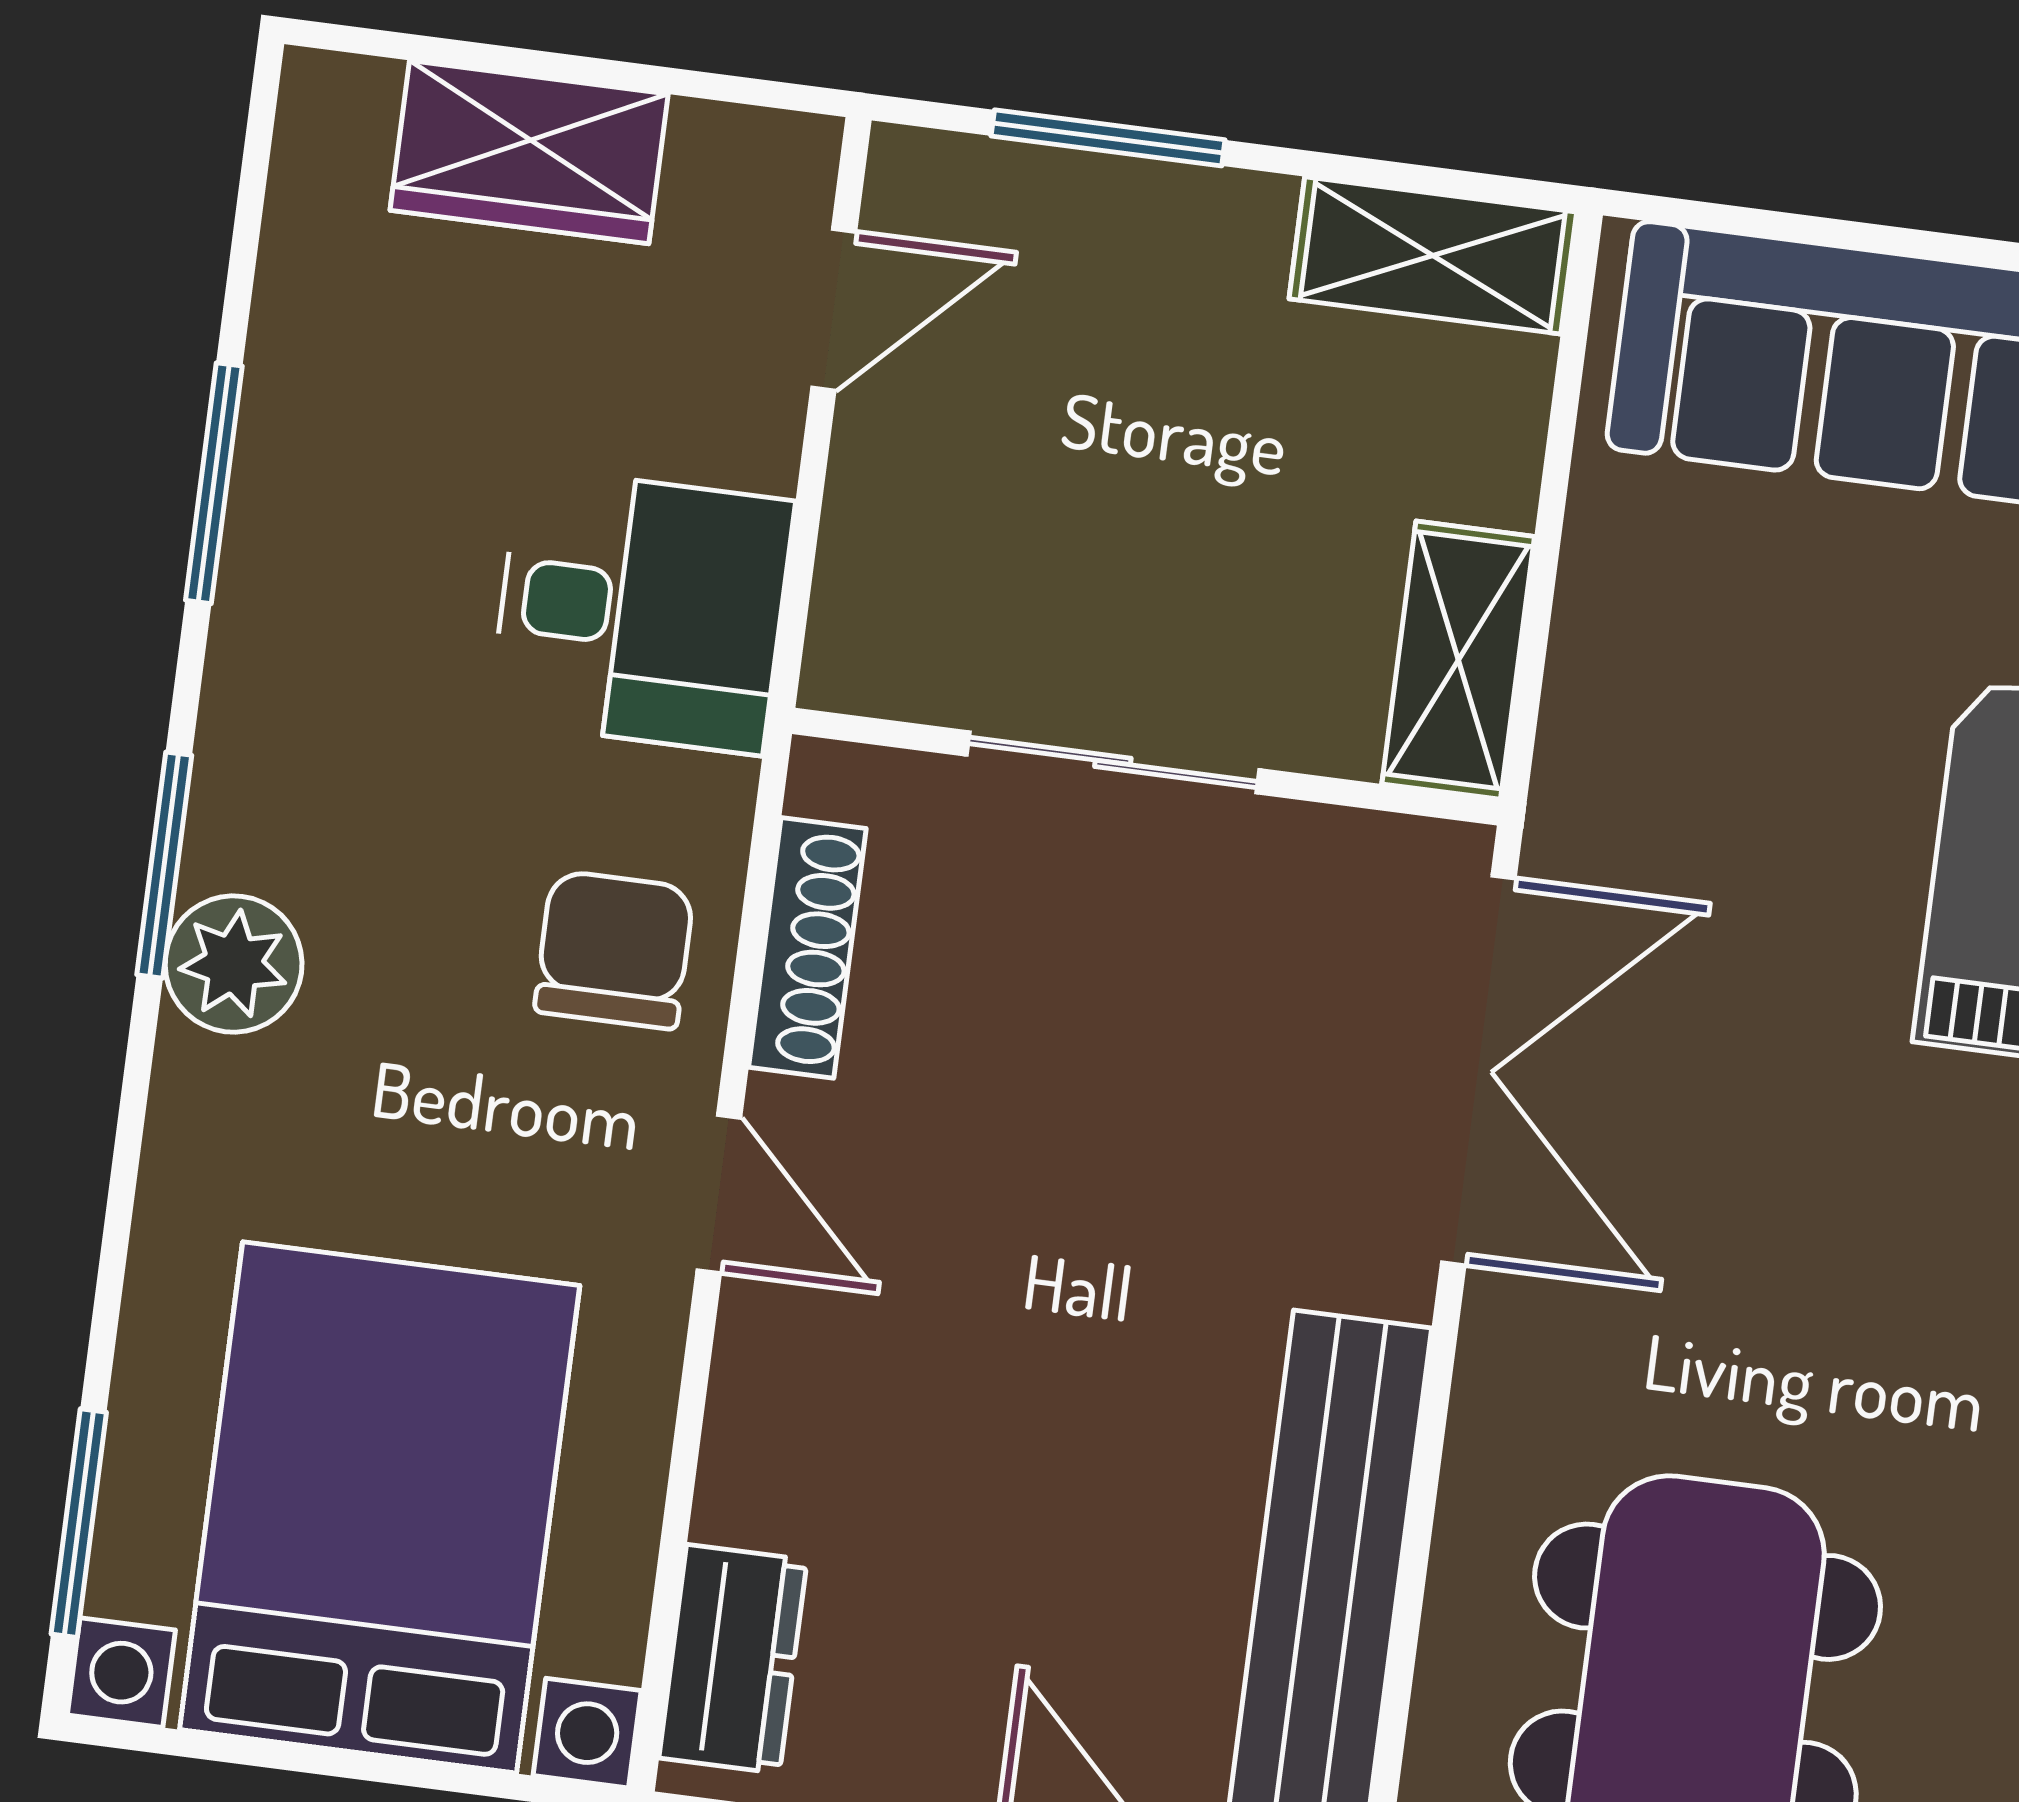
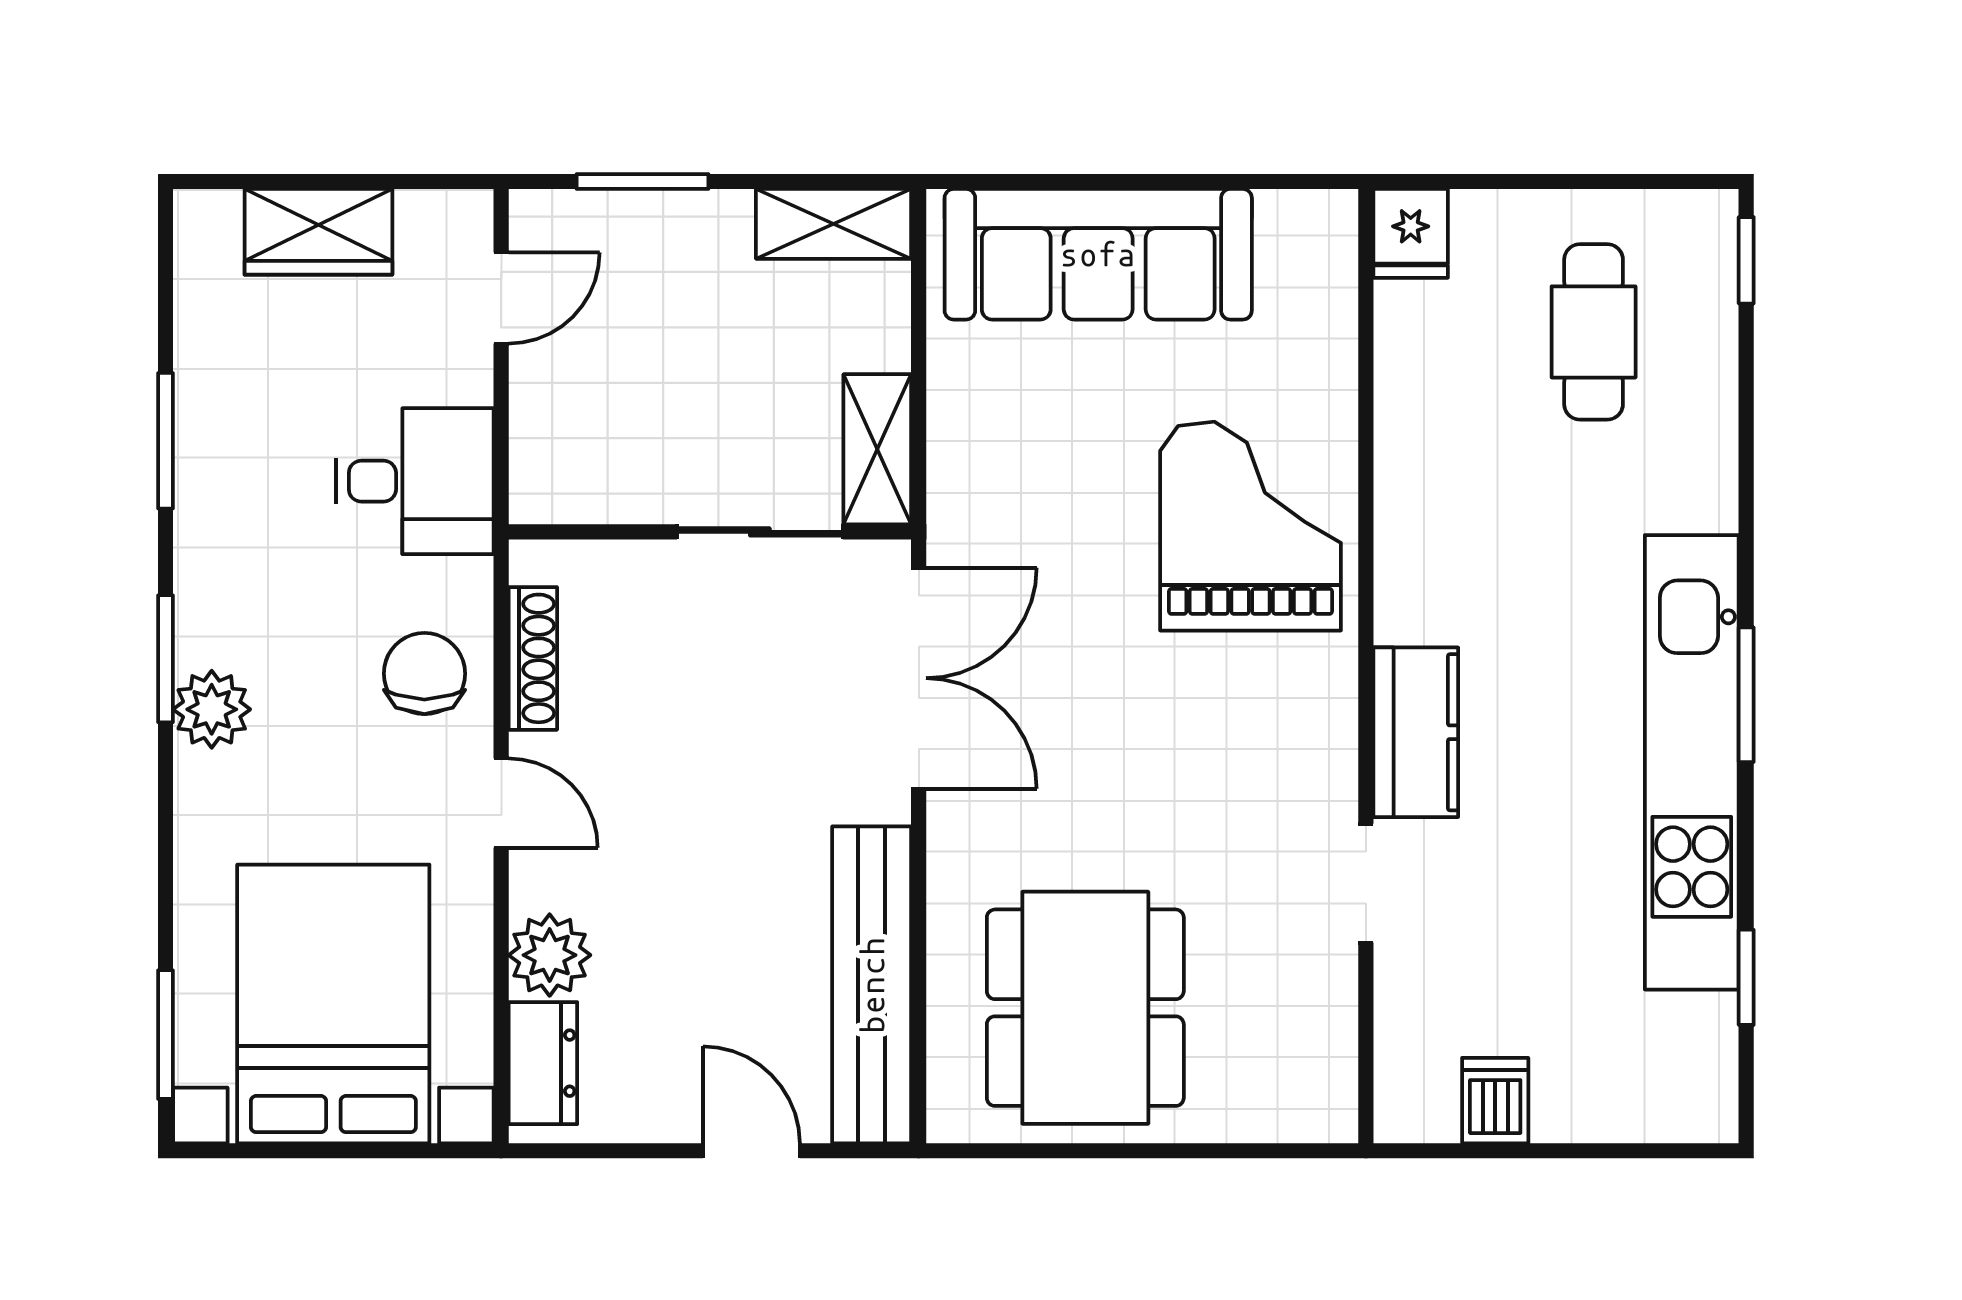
sliding door: (1113, 762) -> (760, 532), moved
plant: (769, 1471) -> (550, 955), added

